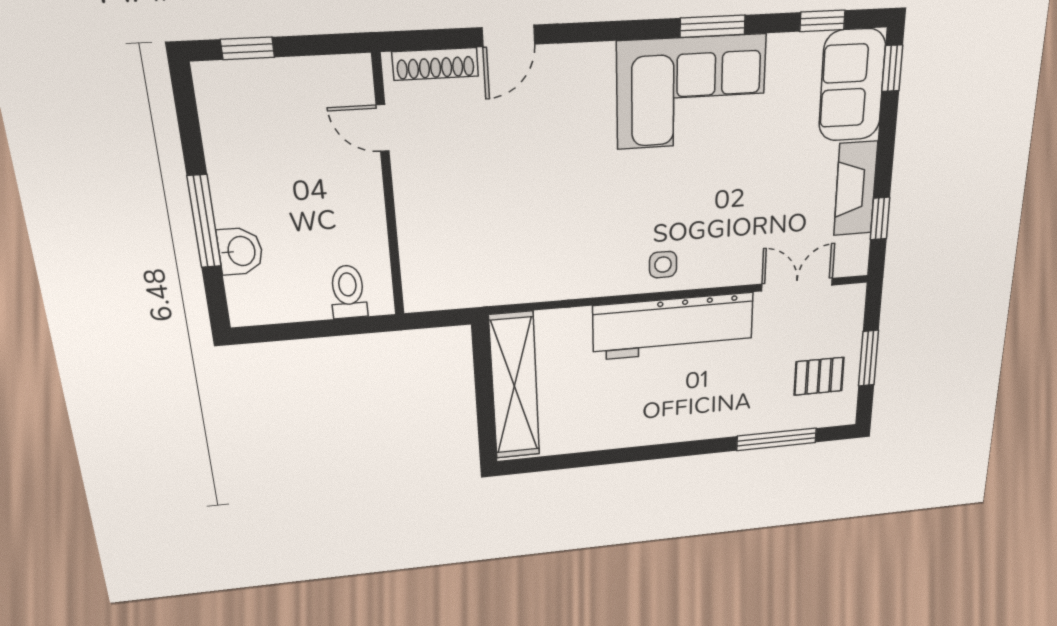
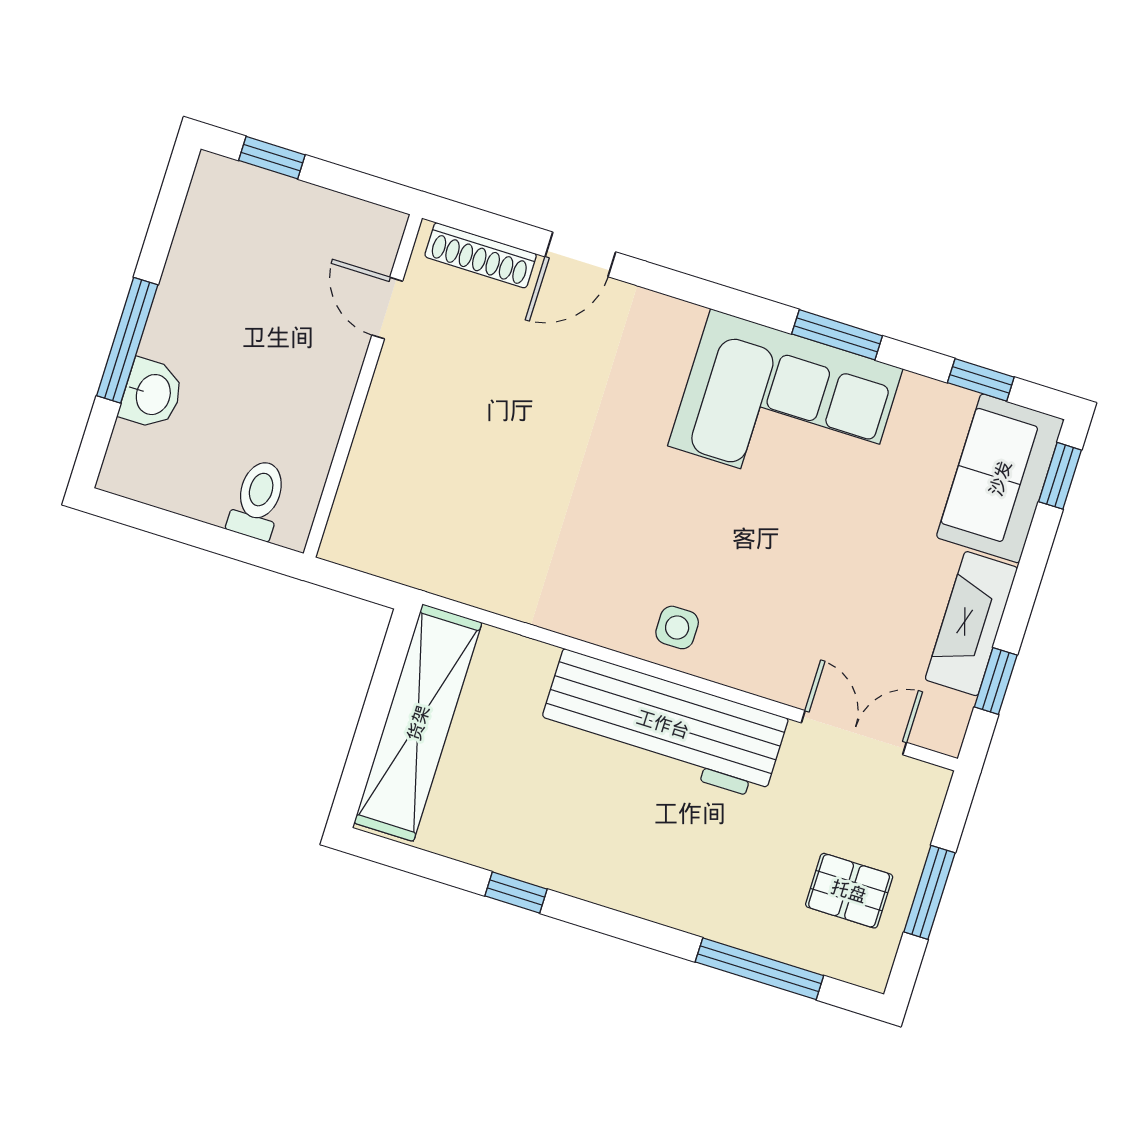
window: (614, 456) -> (516, 892), added

